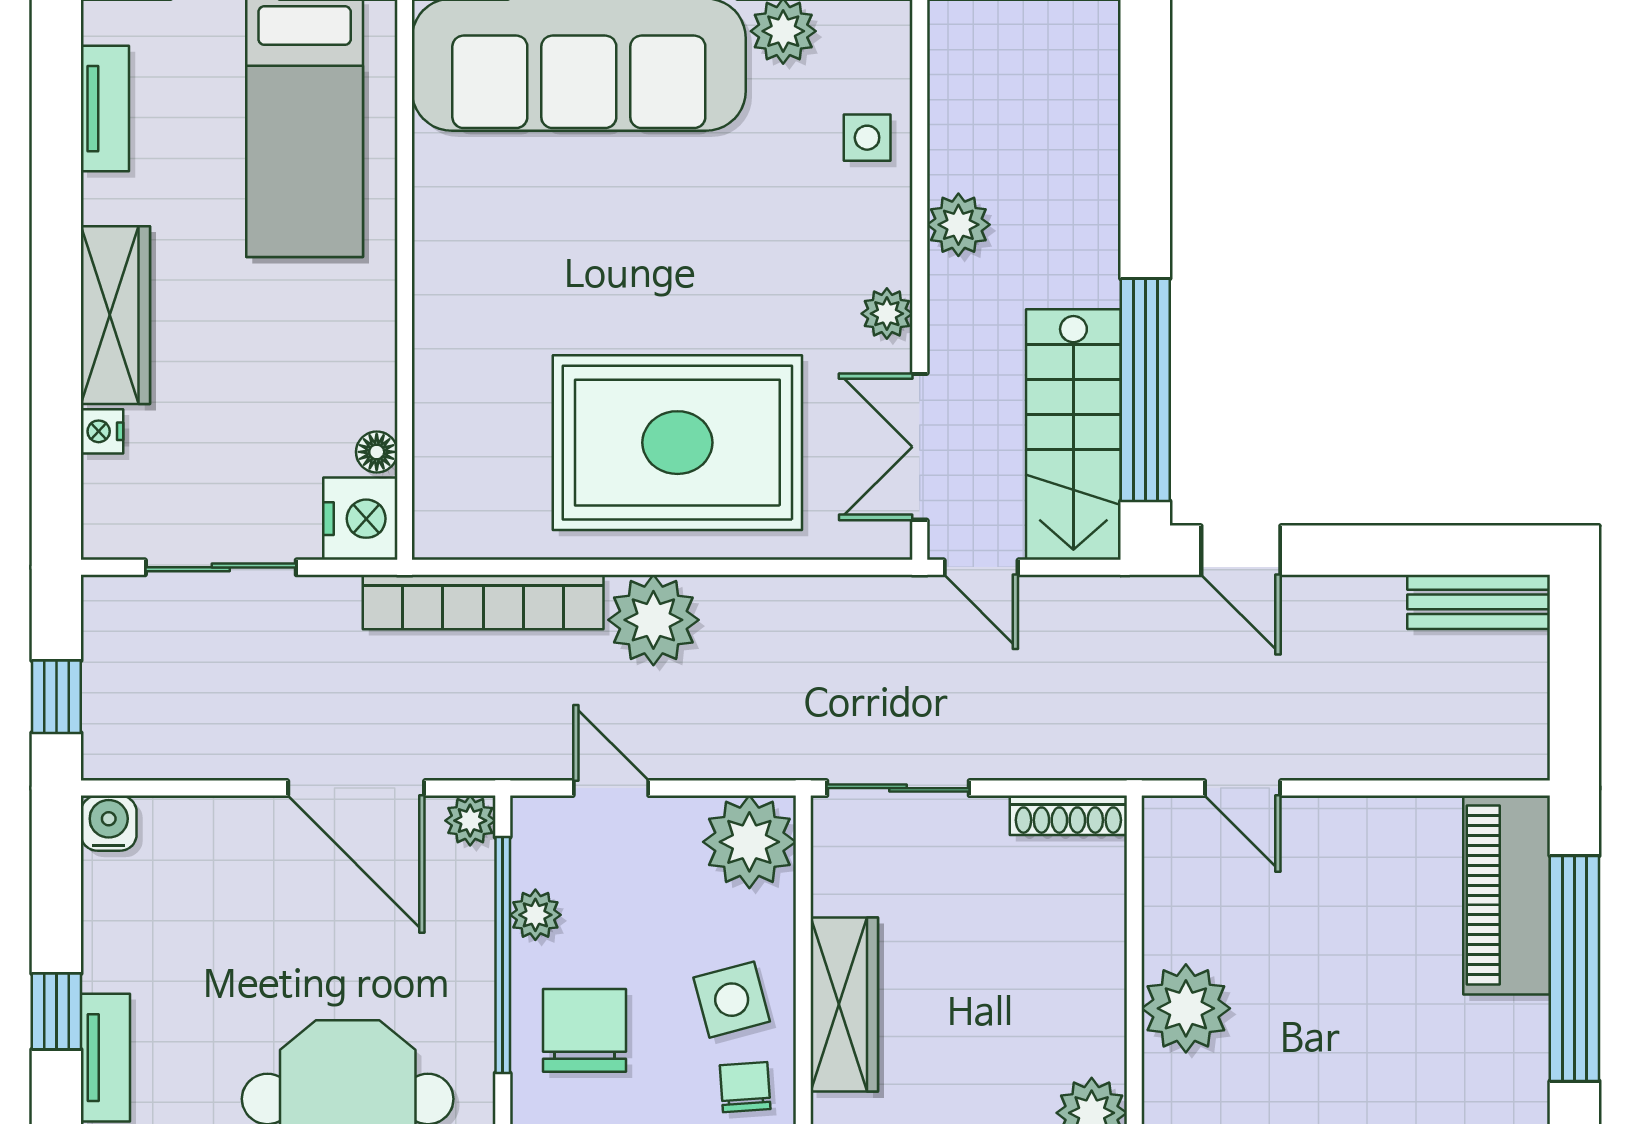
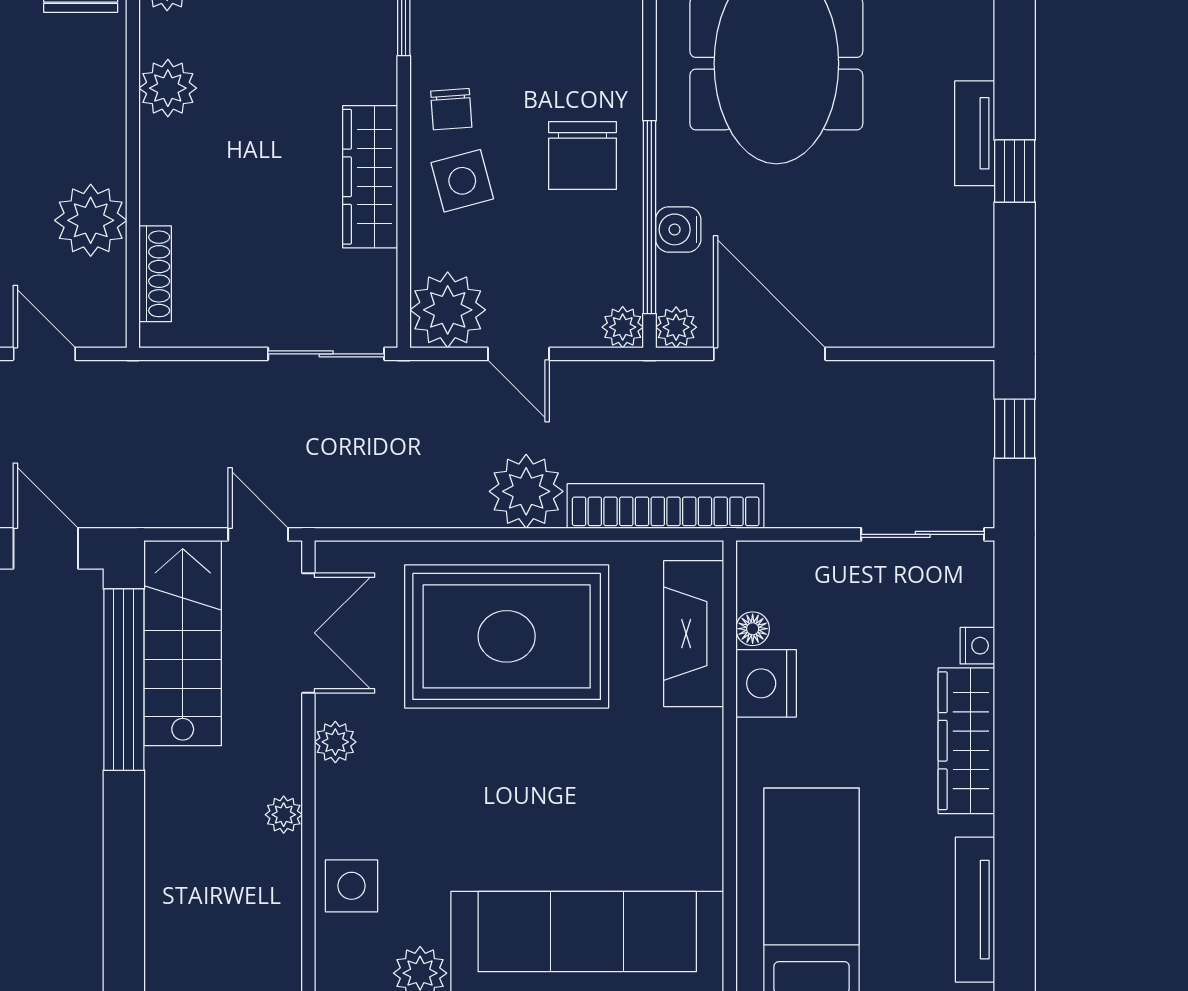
tv unit: (105, 109) -> (975, 910), width x1.41
side table: (867, 138) -> (351, 886), width x1.37, depth x1.37
plant: (958, 225) -> (284, 815), width x0.73, depth x0.73
fireplace: (449, 446) -> (694, 634), added
nightstand: (360, 519) -> (766, 683), moved
sliding door: (221, 567) -> (923, 534), moved
door: (611, 788) -> (518, 354), moved
shoe rack: (1068, 815) -> (155, 274), moved, turned 90
water cooler: (109, 823) -> (678, 229), moved, turned 90
plant: (535, 915) -> (623, 327), moved
plant: (1186, 1008) -> (91, 220), moved

